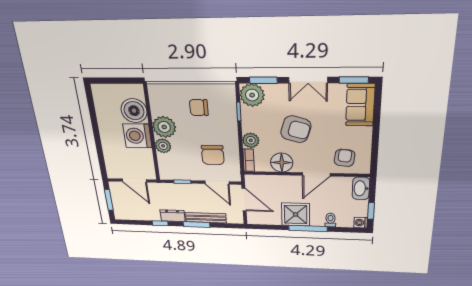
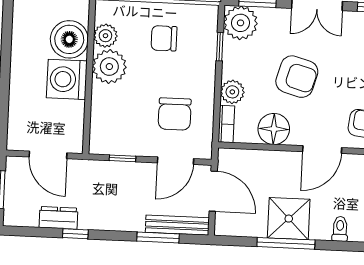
plant: (163, 146) -> (105, 36), moved
door: (217, 183) -> (175, 161), hinge flipped
dresser: (173, 216) -> (58, 218), moved
bench: (206, 218) -> (177, 225), moved
window: (197, 225) -> (158, 238), moved
window: (308, 228) -> (286, 243), moved

